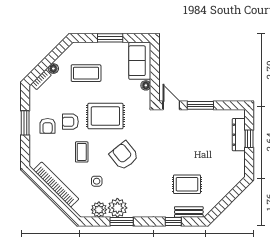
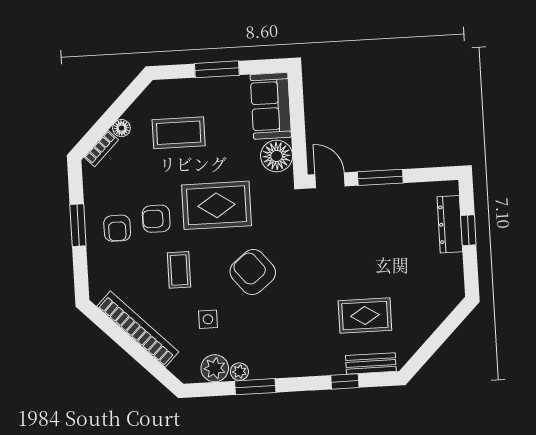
floor lamp: (146, 85) -> (277, 156), width x1.89, depth x1.89
plant: (117, 208) -> (239, 372), width x0.53, depth x0.53

